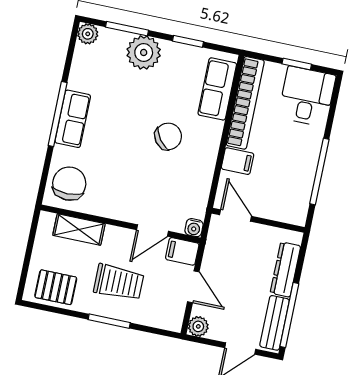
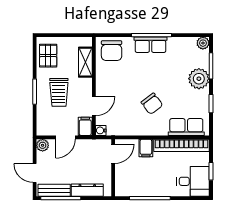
chair: (69, 184) -> (112, 51), turned 90
door: (152, 231) -> (94, 106), swing flipped

